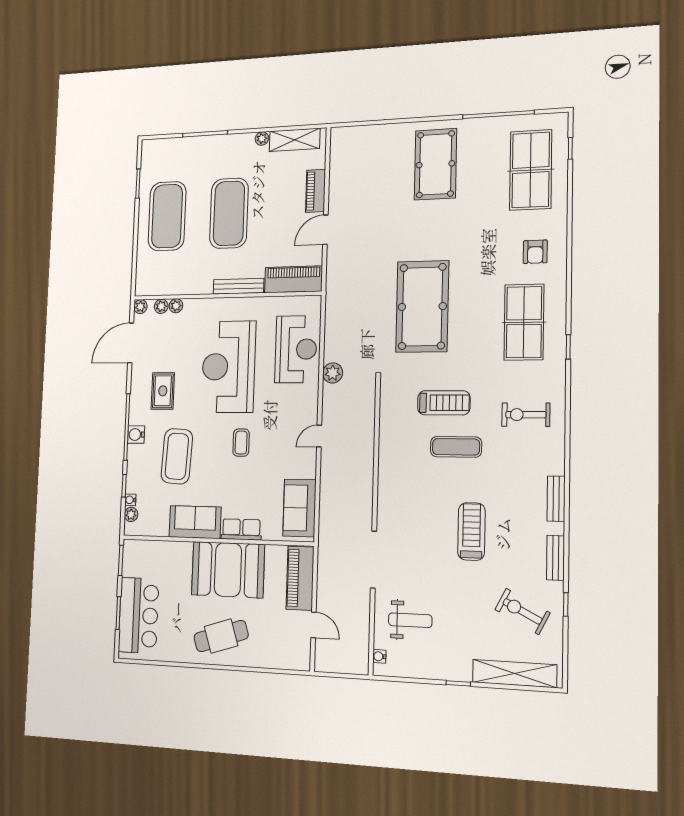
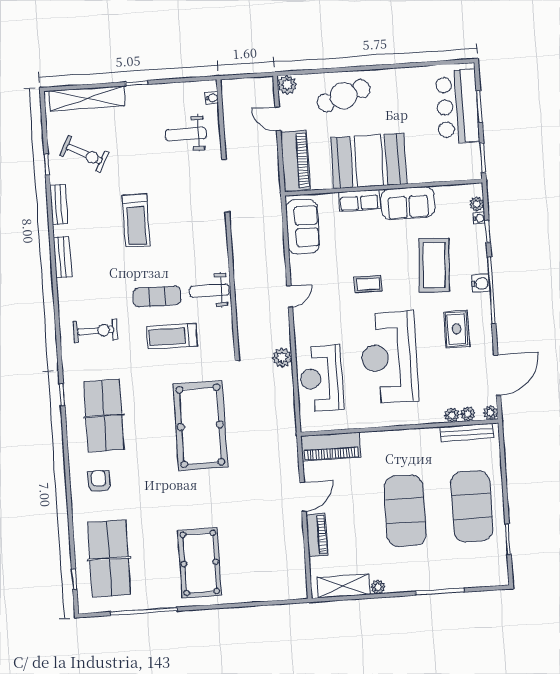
bench: (239, 286) -> (467, 432), moved
reception desk: (229, 367) -> (389, 357), turned 180
coffee table: (241, 443) -> (368, 284), turned 90
weight bench: (400, 449) -> (209, 291), added
cafe table: (221, 636) -> (344, 96), moved
plant: (301, 660) -> (287, 85), added

